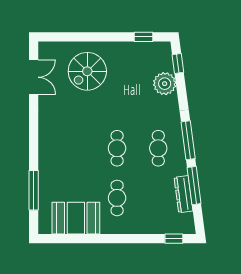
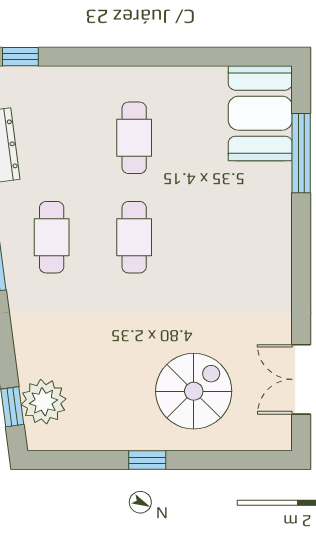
window: (144, 37) -> (147, 460), moved
plant: (165, 84) -> (44, 402), moved
booth: (76, 218) -> (260, 113), moved, turned 90

